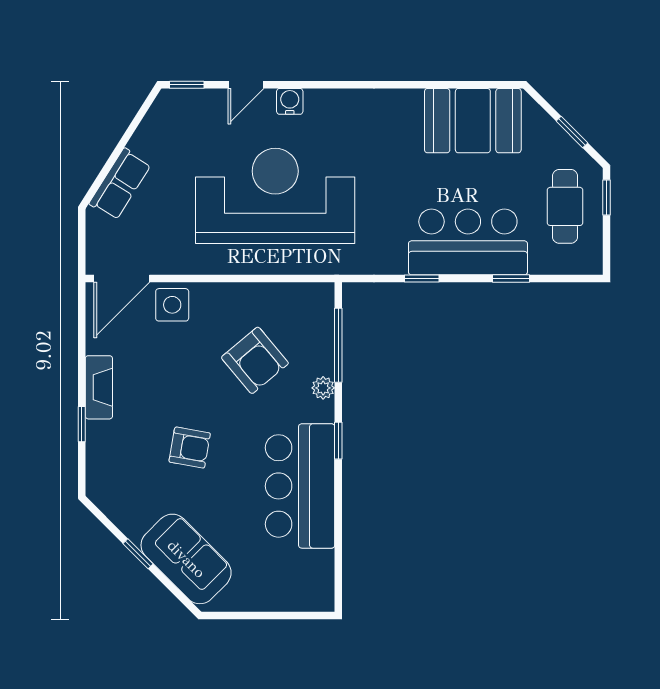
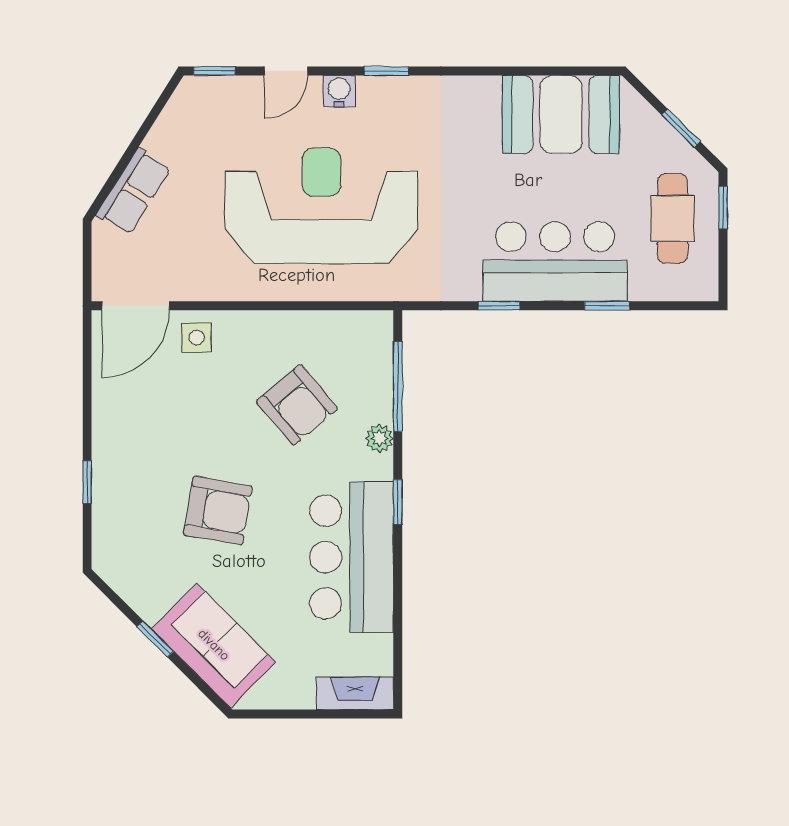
window: (329, 85) -> (386, 71), added
side table: (172, 305) -> (197, 338), width x0.73, depth x0.73
fireplace: (99, 387) -> (355, 693), moved, turned -90
armchair: (190, 448) -> (218, 511), width x1.38, depth x1.38

